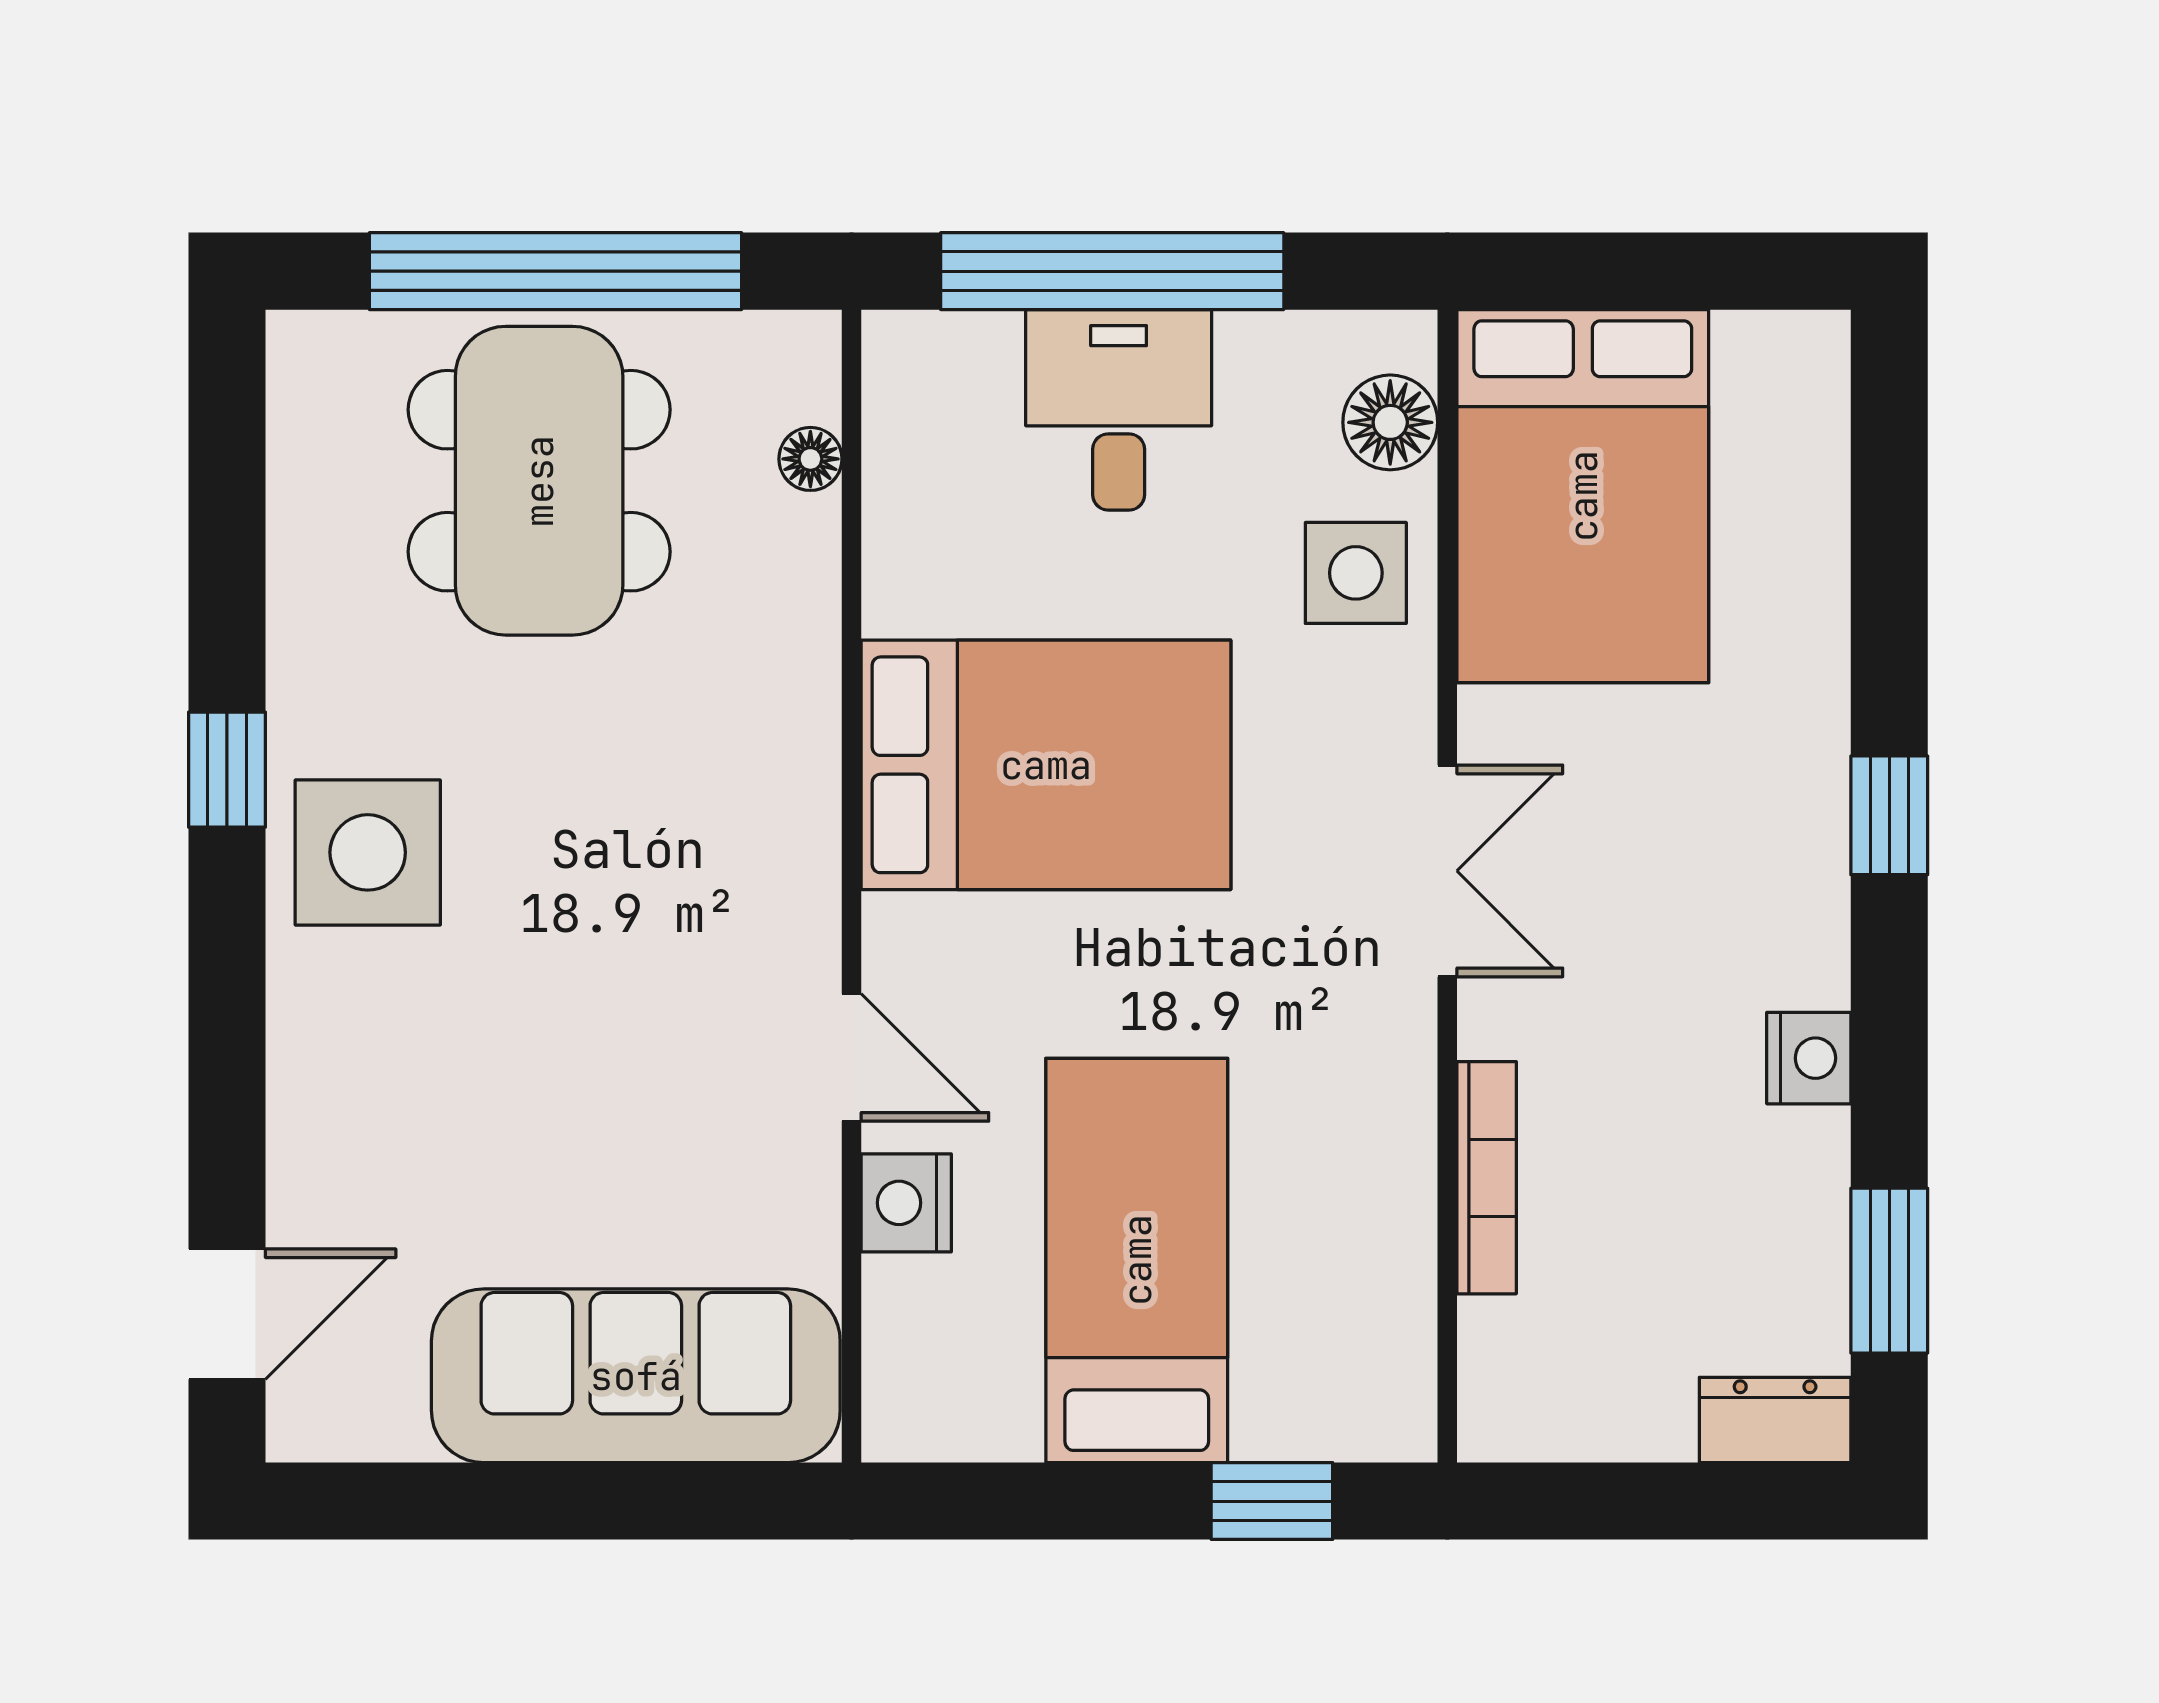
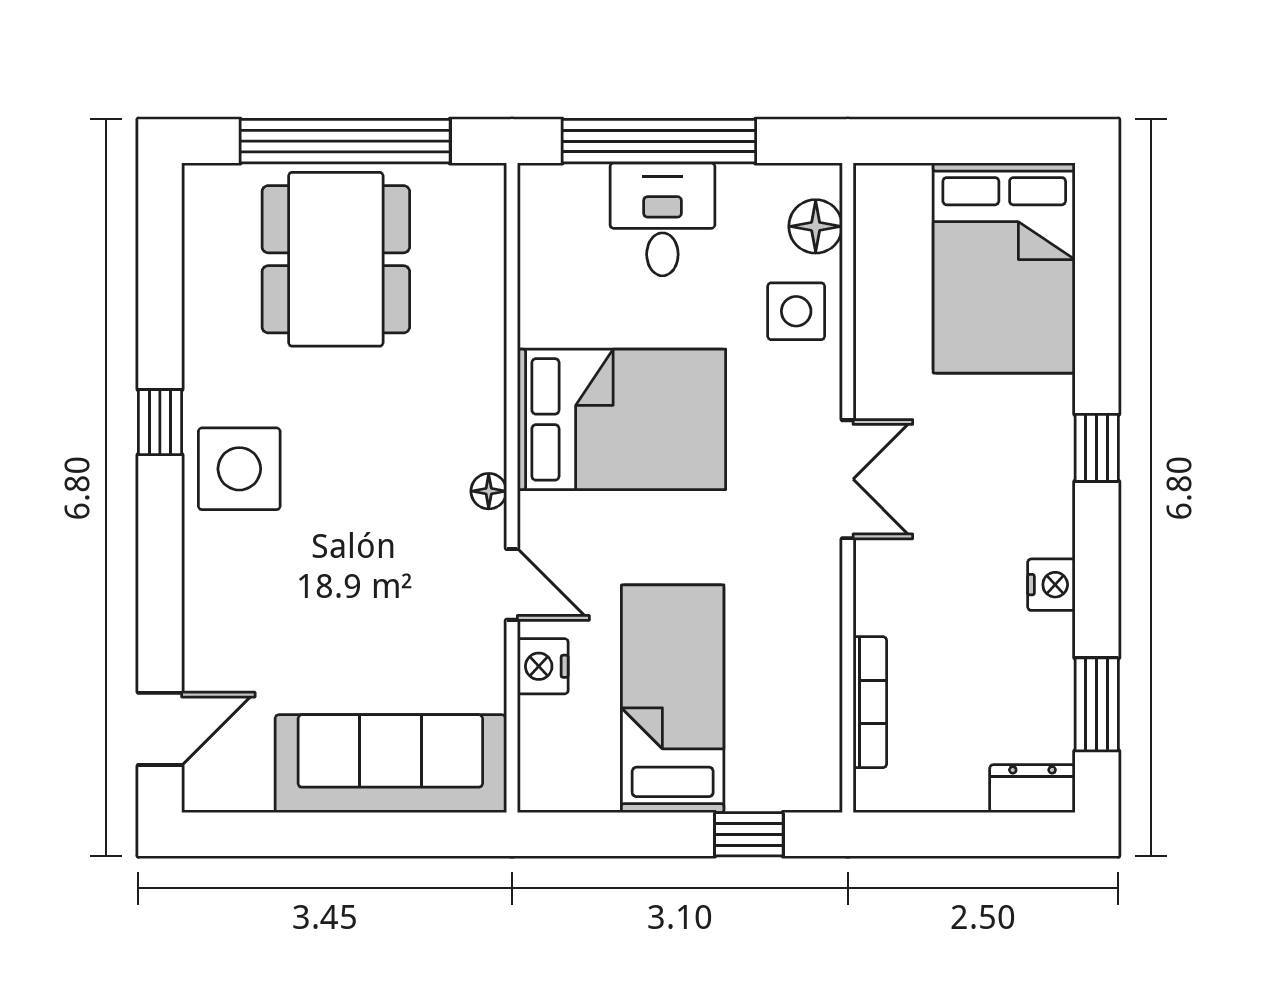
floor lamp: (810, 459) -> (489, 491), moved
bed: (1583, 496) -> (1004, 268), moved
bookcase: (1487, 1178) -> (870, 702), moved

